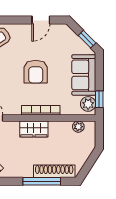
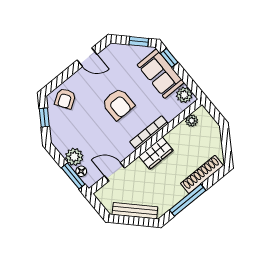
door: (41, 20) -> (87, 57), hinge flipped
window: (99, 99) -> (169, 58), moved
window: (42, 181) -> (188, 200), moved

